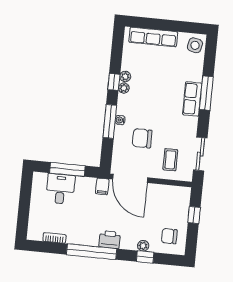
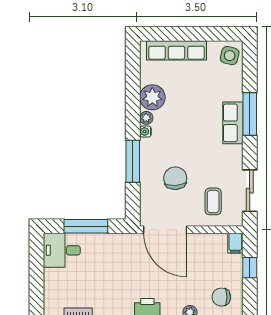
plant: (125, 76) -> (152, 97), width x1.88, depth x1.88
window: (114, 82) -> (133, 111), removed
water cooler: (120, 120) -> (145, 131), moved
chair: (142, 138) -> (175, 178), turned 87
filing cabinet: (102, 186) -> (235, 243), moved
desk: (60, 189) -> (62, 250), moved, turned -90

